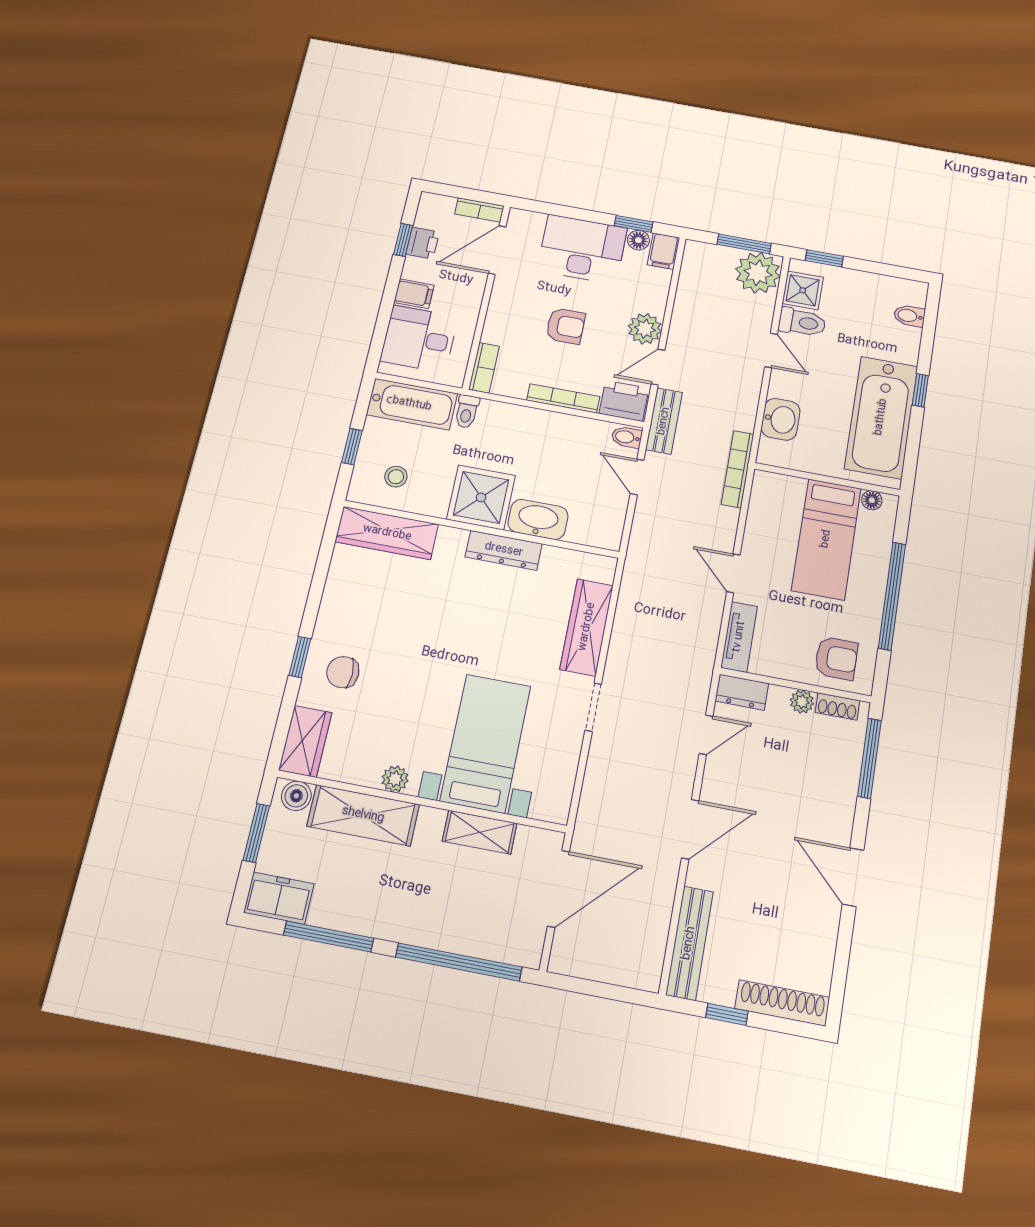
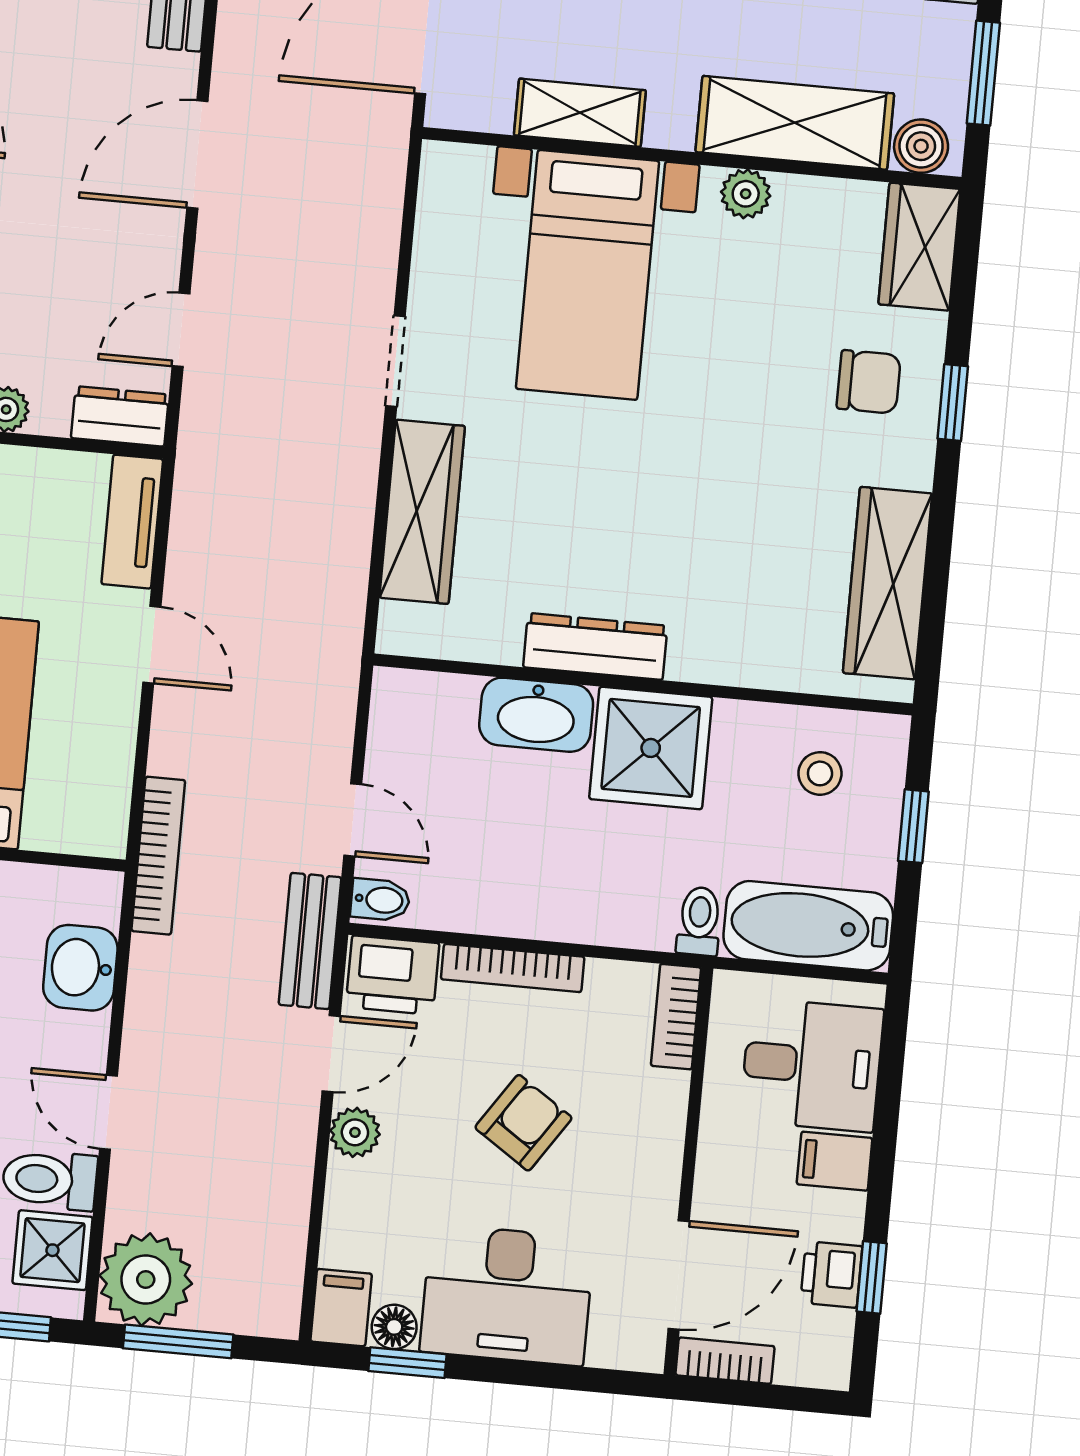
armchair: (566, 326) -> (523, 1123), turned 124
plant: (645, 329) -> (355, 1132), width x0.73, depth x0.73
wardrobe: (387, 533) -> (888, 583), moved, turned -90

